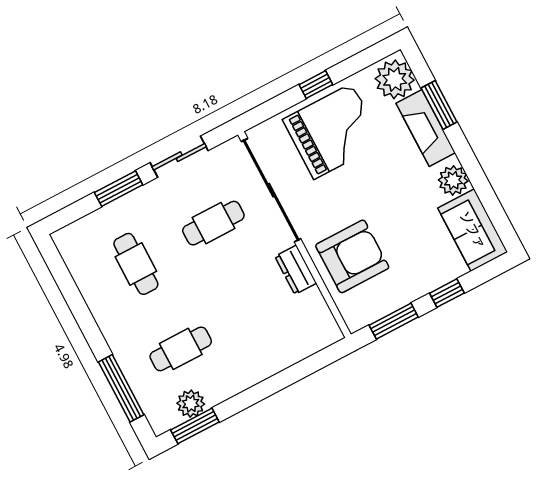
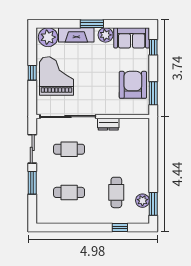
window: (439, 105) -> (92, 24), moved
cafe table: (213, 223) -> (69, 149), turned 90
armchair: (352, 256) -> (133, 85), moved
window: (447, 293) -> (153, 47), moved
window: (121, 388) -> (120, 227), width x0.46

